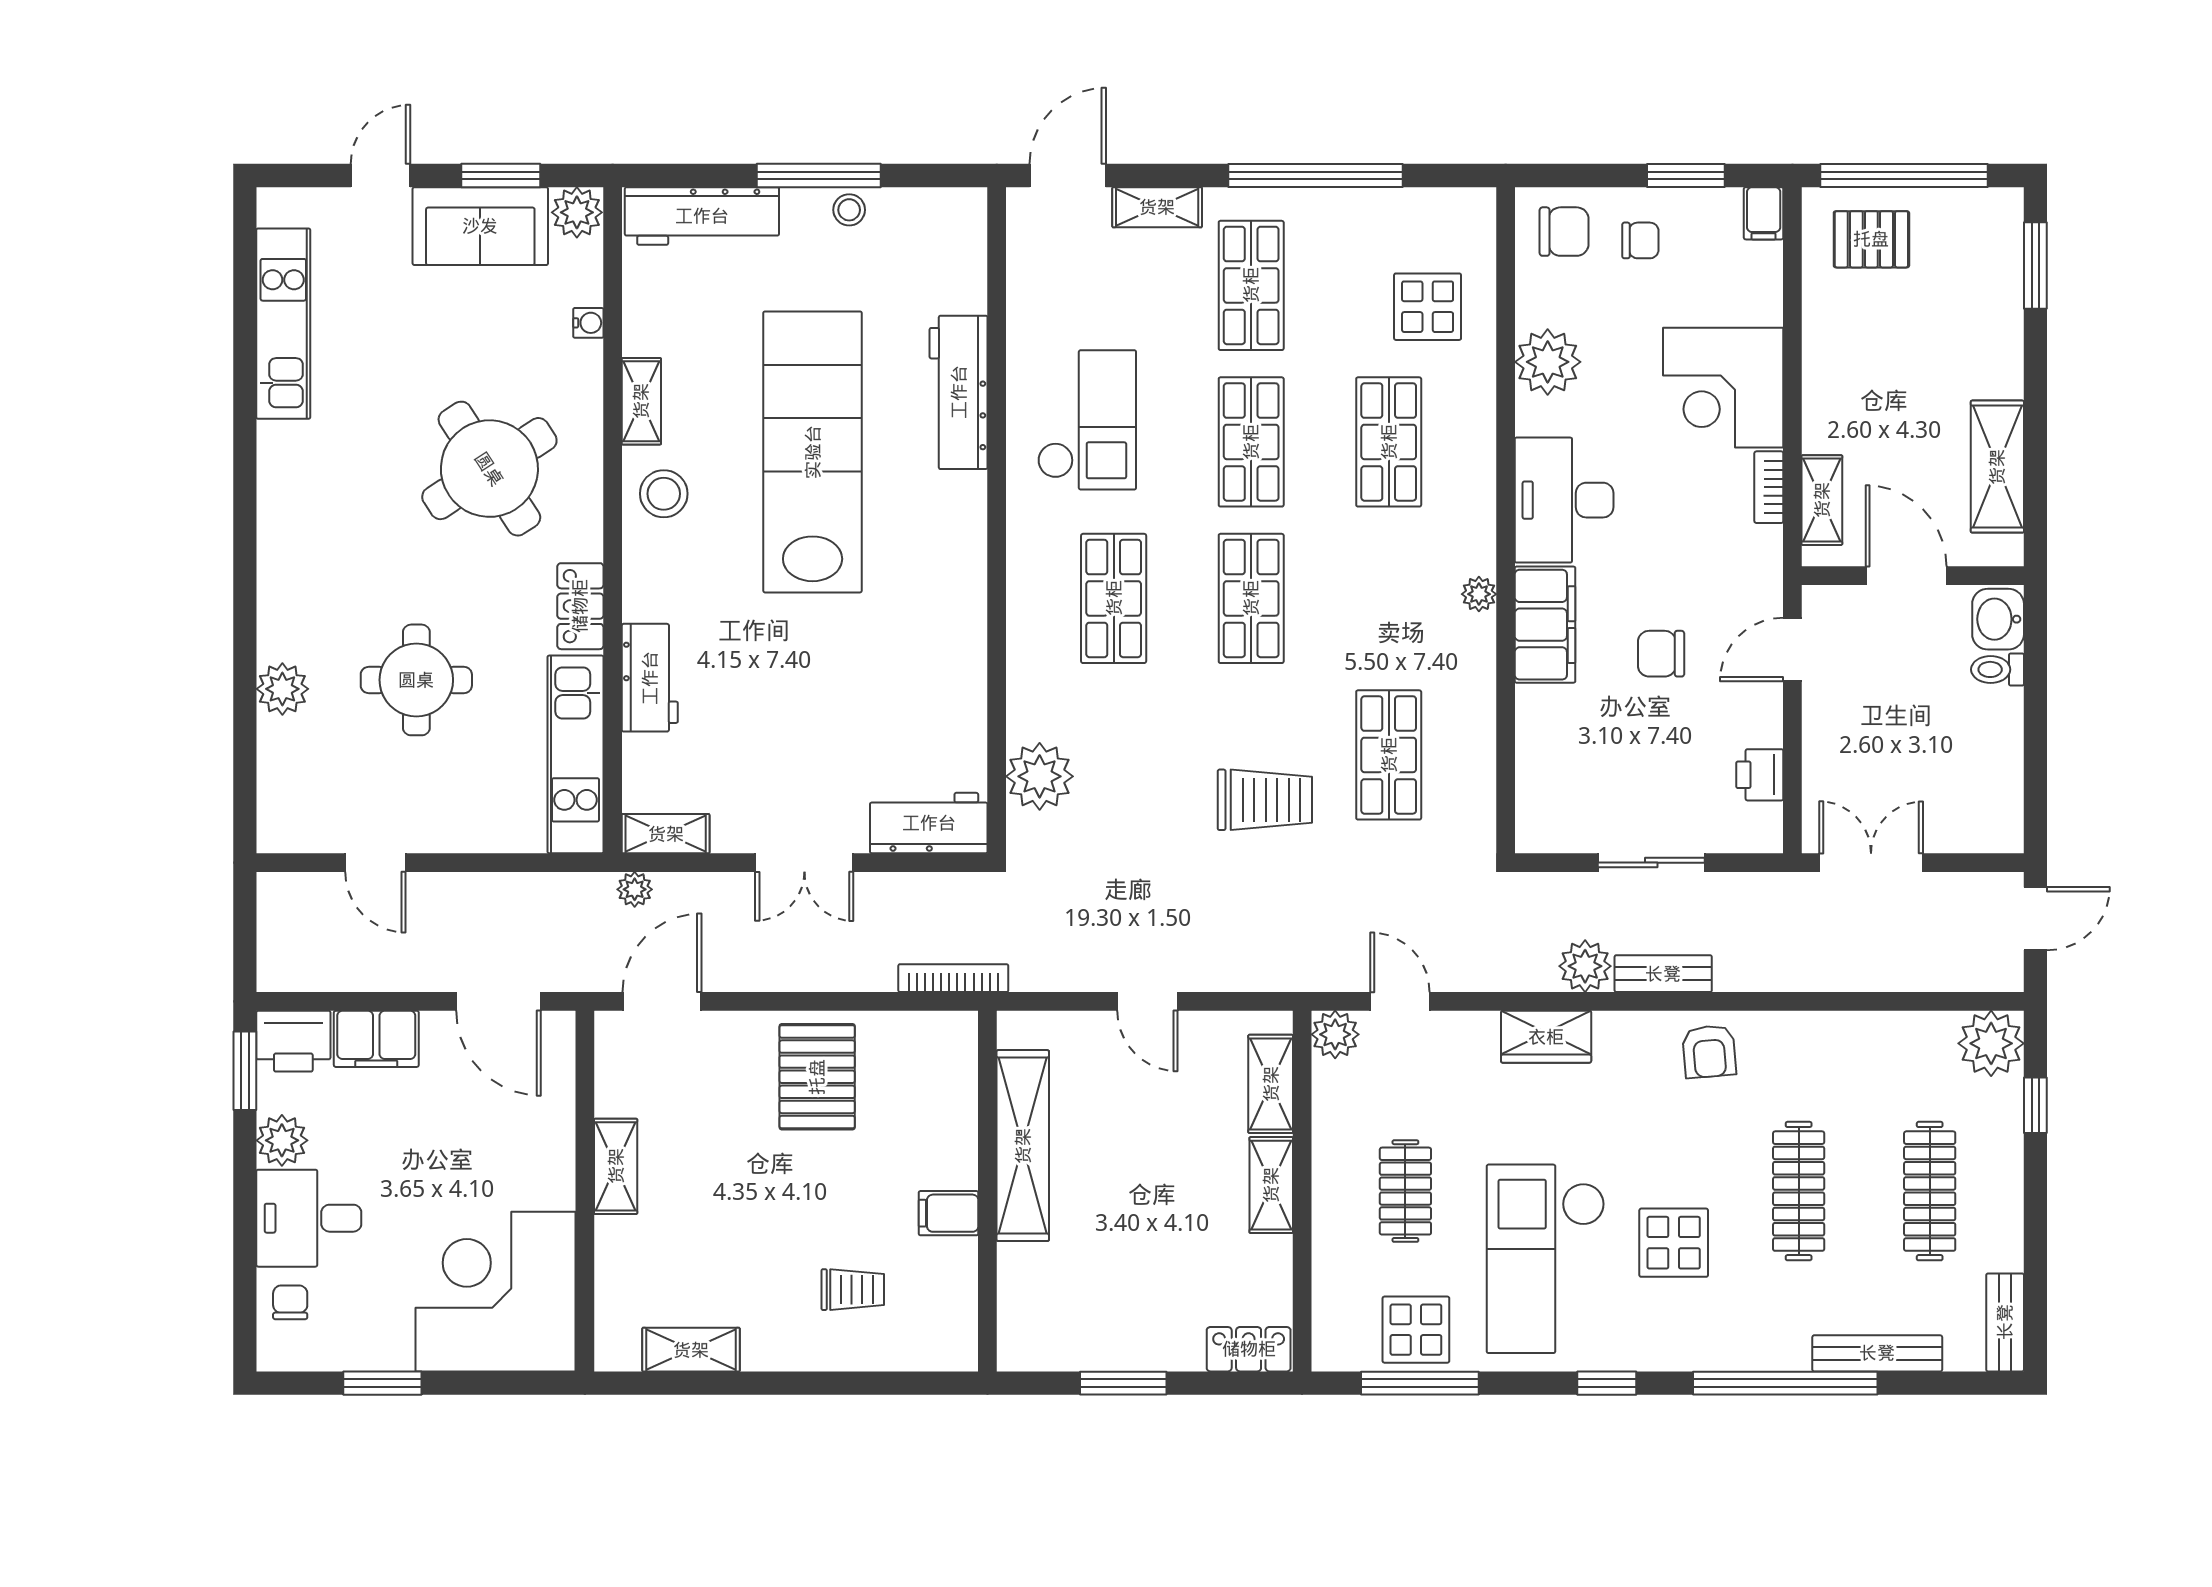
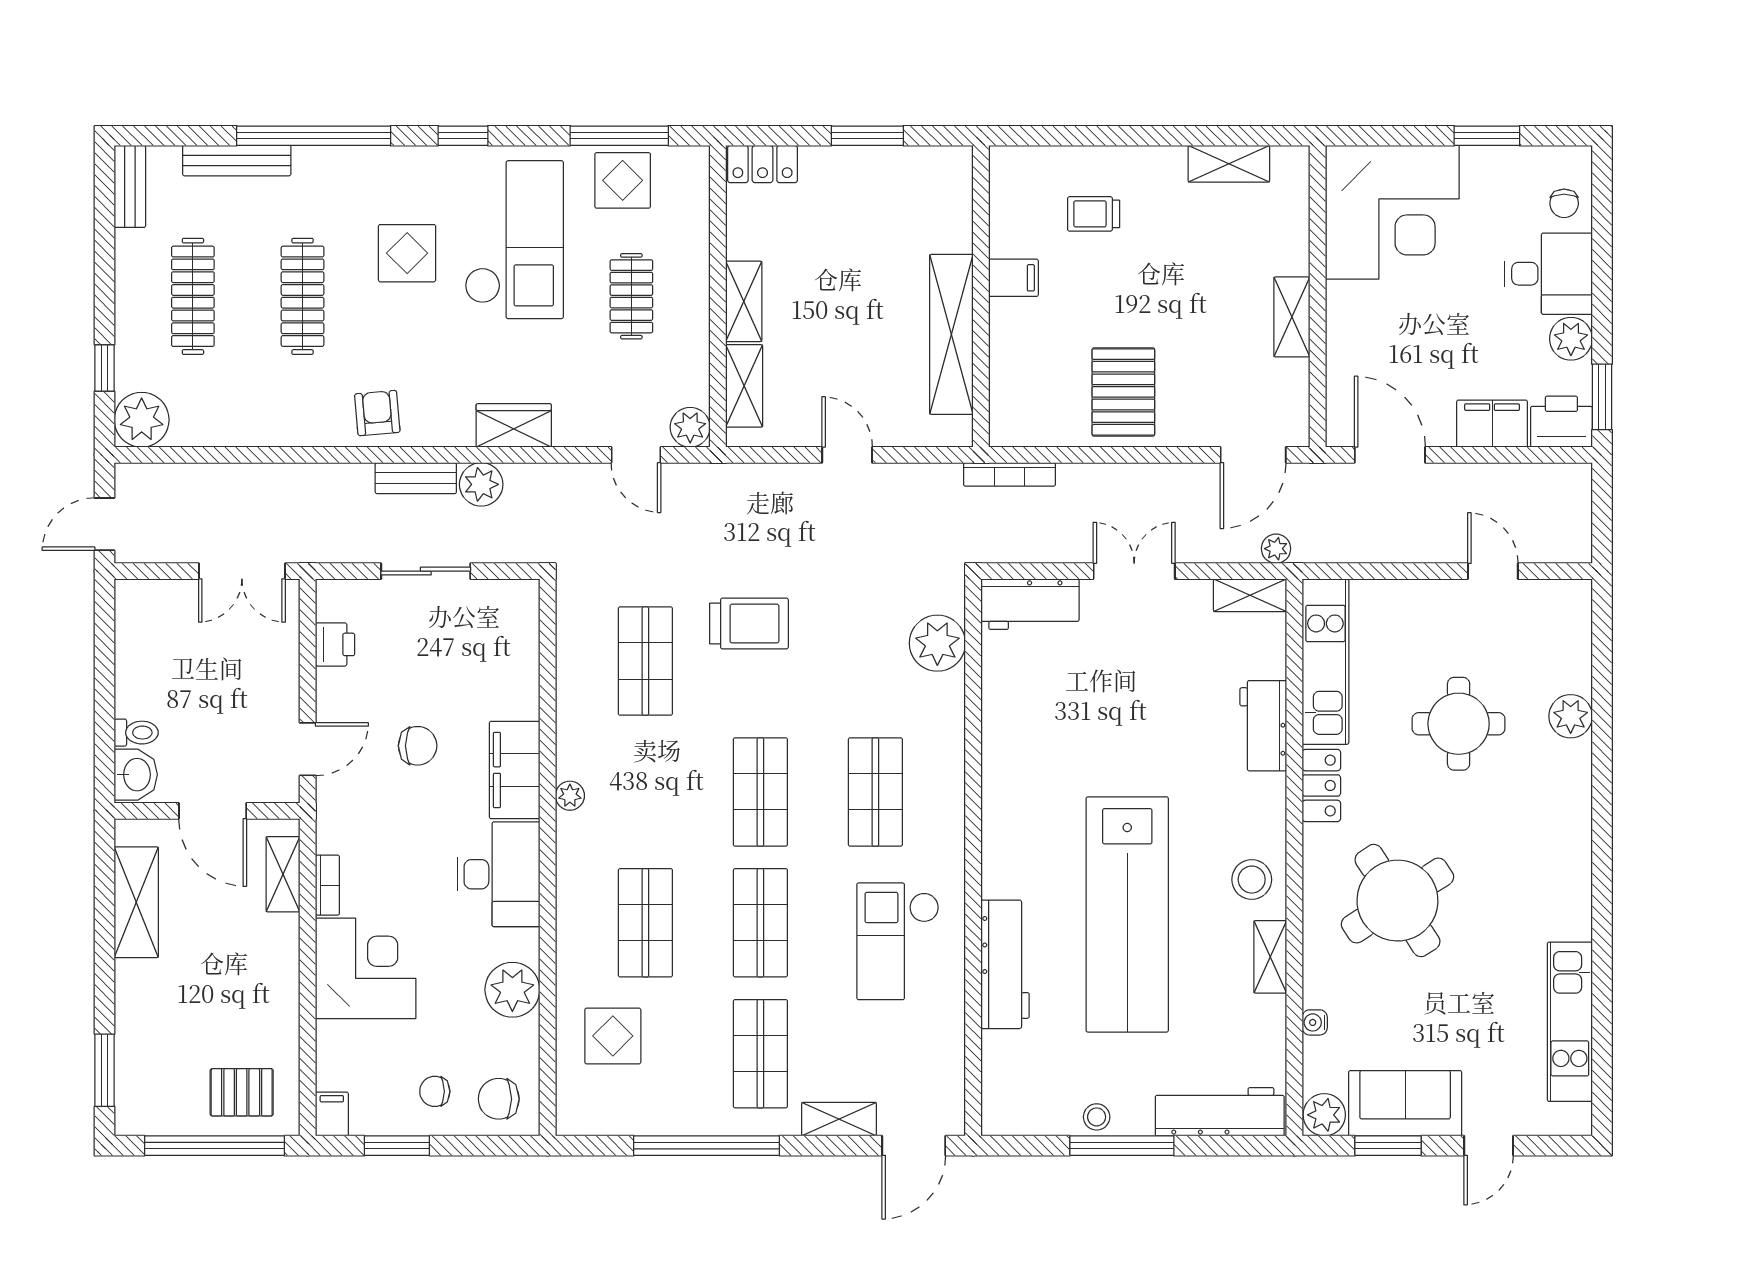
trolley: (1265, 800) -> (749, 624), turned 180

